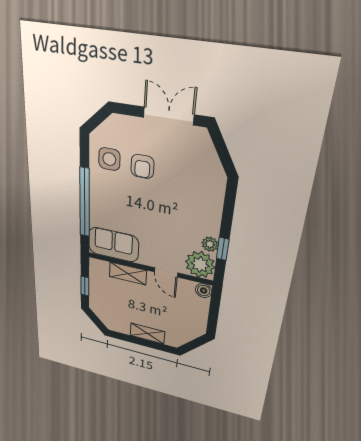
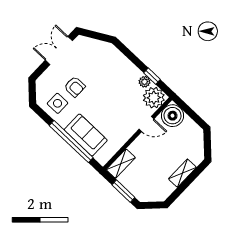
sofa: (113, 245) -> (86, 135), moved, turned 90
shelving: (128, 274) -> (121, 164), moved
window: (85, 286) -> (123, 191), width x1.50
boiler: (204, 291) -> (173, 116), width x1.86, depth x1.86

